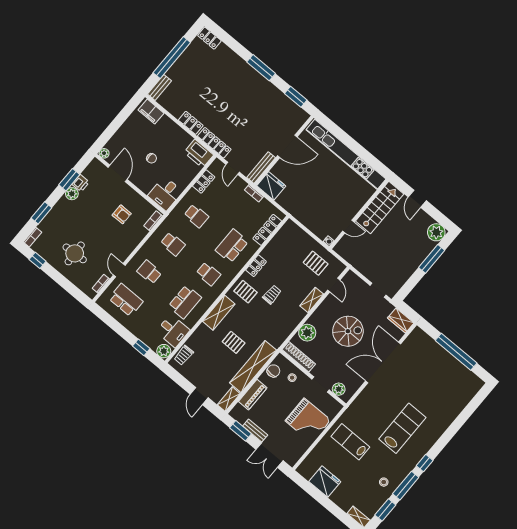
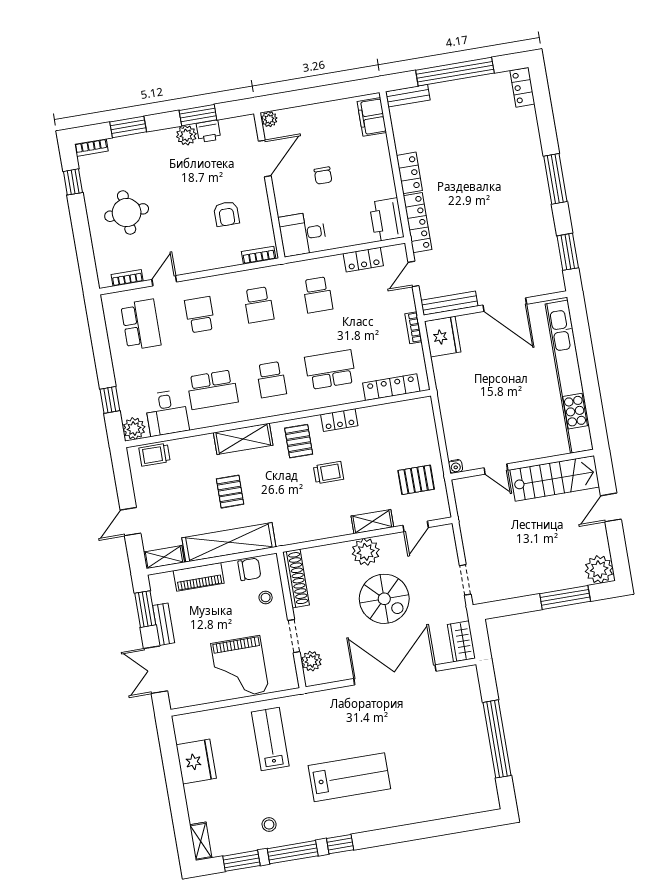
pallet: (316, 263) -> (416, 480), turned 90
plant: (307, 333) -> (366, 552), moved

